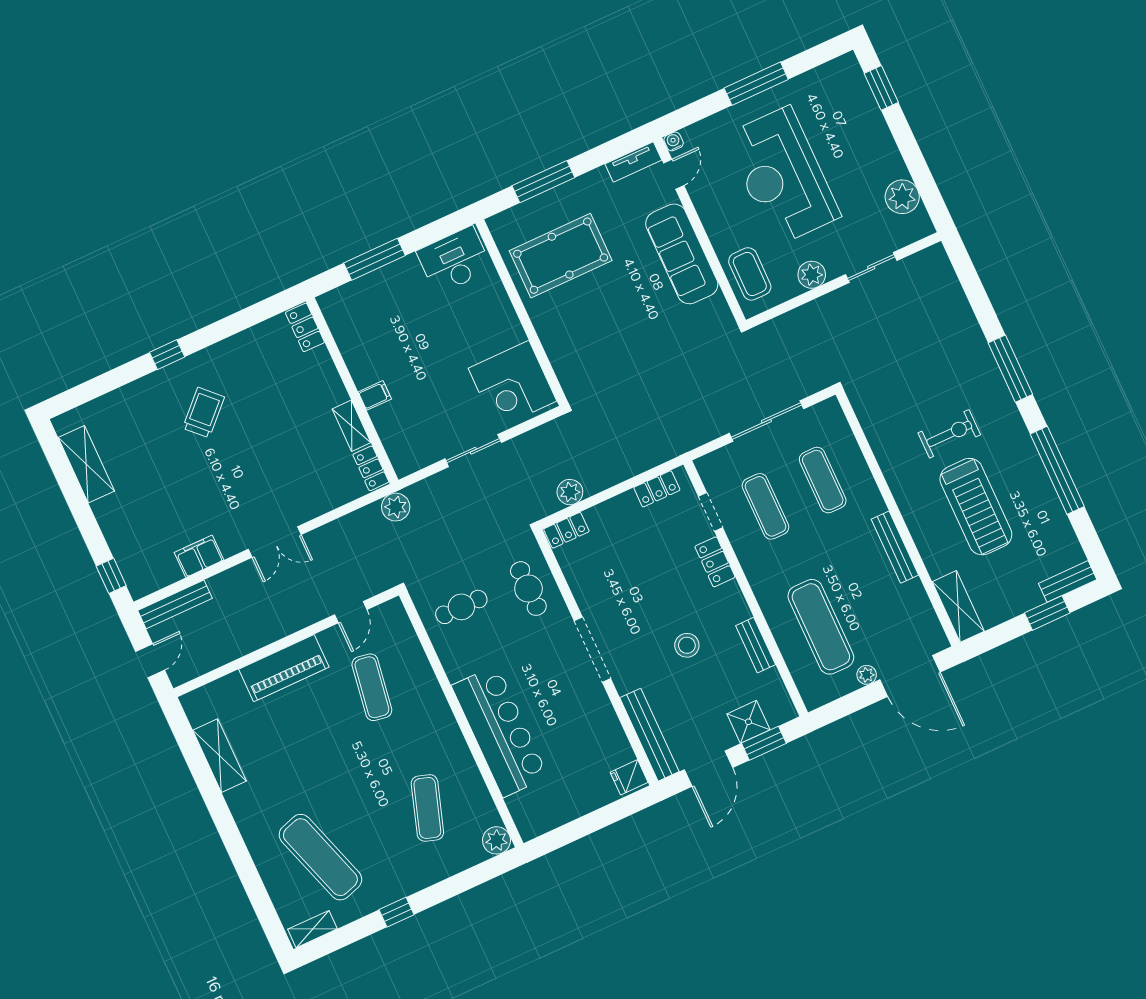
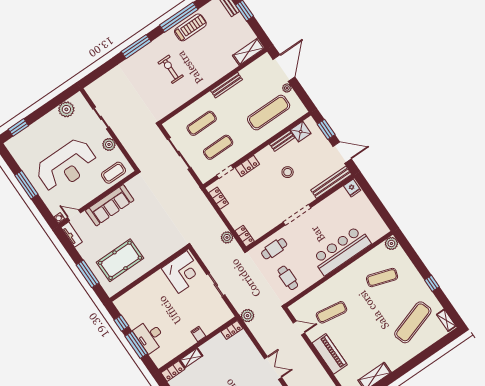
window: (426, 235) -> (121, 323), added
pool table: (561, 256) -> (120, 260), turned 90
desk: (454, 260) -> (150, 336), moved
shelving: (351, 426) -> (191, 358), moved
treadmill: (976, 507) -> (190, 27), moved, width x0.73, depth x0.73
shower: (748, 722) -> (301, 132), moved

